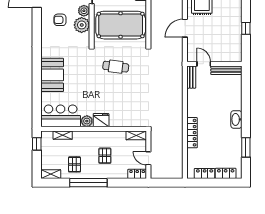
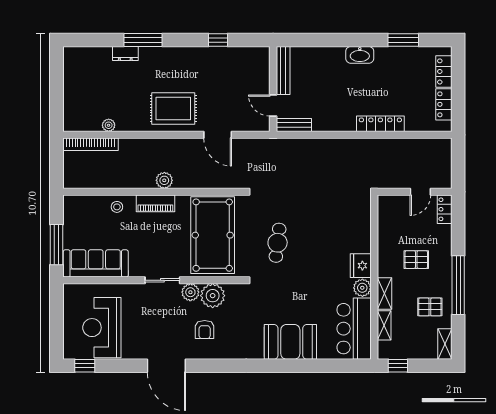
door: (204, 64) -> (273, 106), hinge flipped
shelving: (136, 135) -> (385, 294), moved

